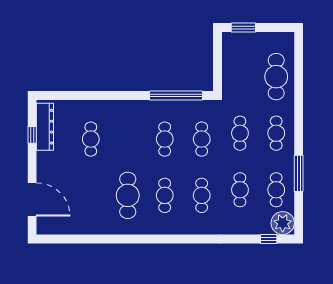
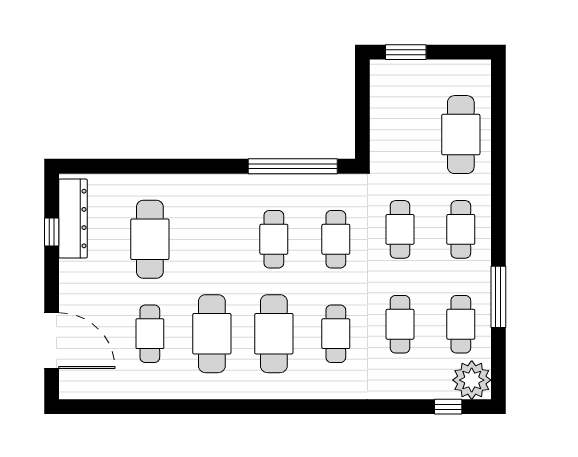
cafe table: (91, 139) -> (150, 239), width x1.37, depth x1.35
cafe table: (91, 195) -> (150, 334), added
cafe table: (165, 195) -> (274, 334), width x1.37, depth x1.35

